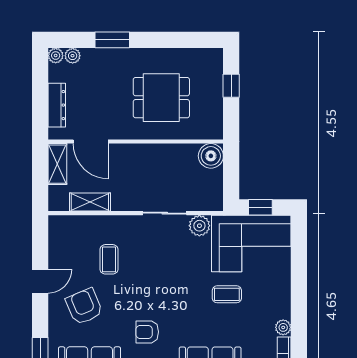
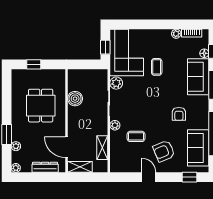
plant: (73, 56) -> (16, 146), moved
door: (91, 142) -> (67, 147), swing flipped
boiler: (211, 156) -> (75, 99), moved
plant: (128, 224) -> (115, 125), added

